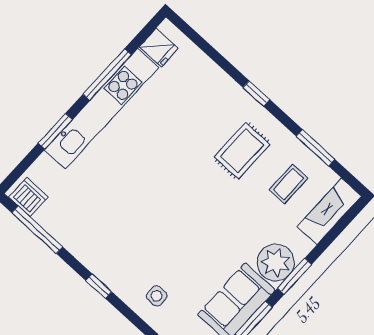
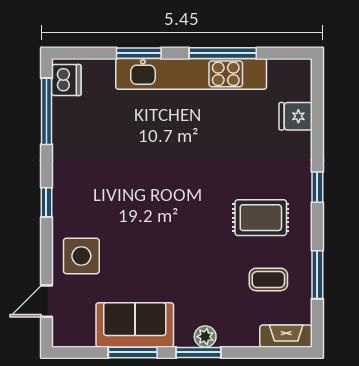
fridge: (159, 48) -> (296, 116), moved, turned 90
fireplace: (329, 211) -> (286, 336), width x0.73, depth x0.76
plant: (276, 263) -> (205, 337), width x0.53, depth x0.53
side table: (157, 296) -> (81, 256), width x1.87, depth x1.87

